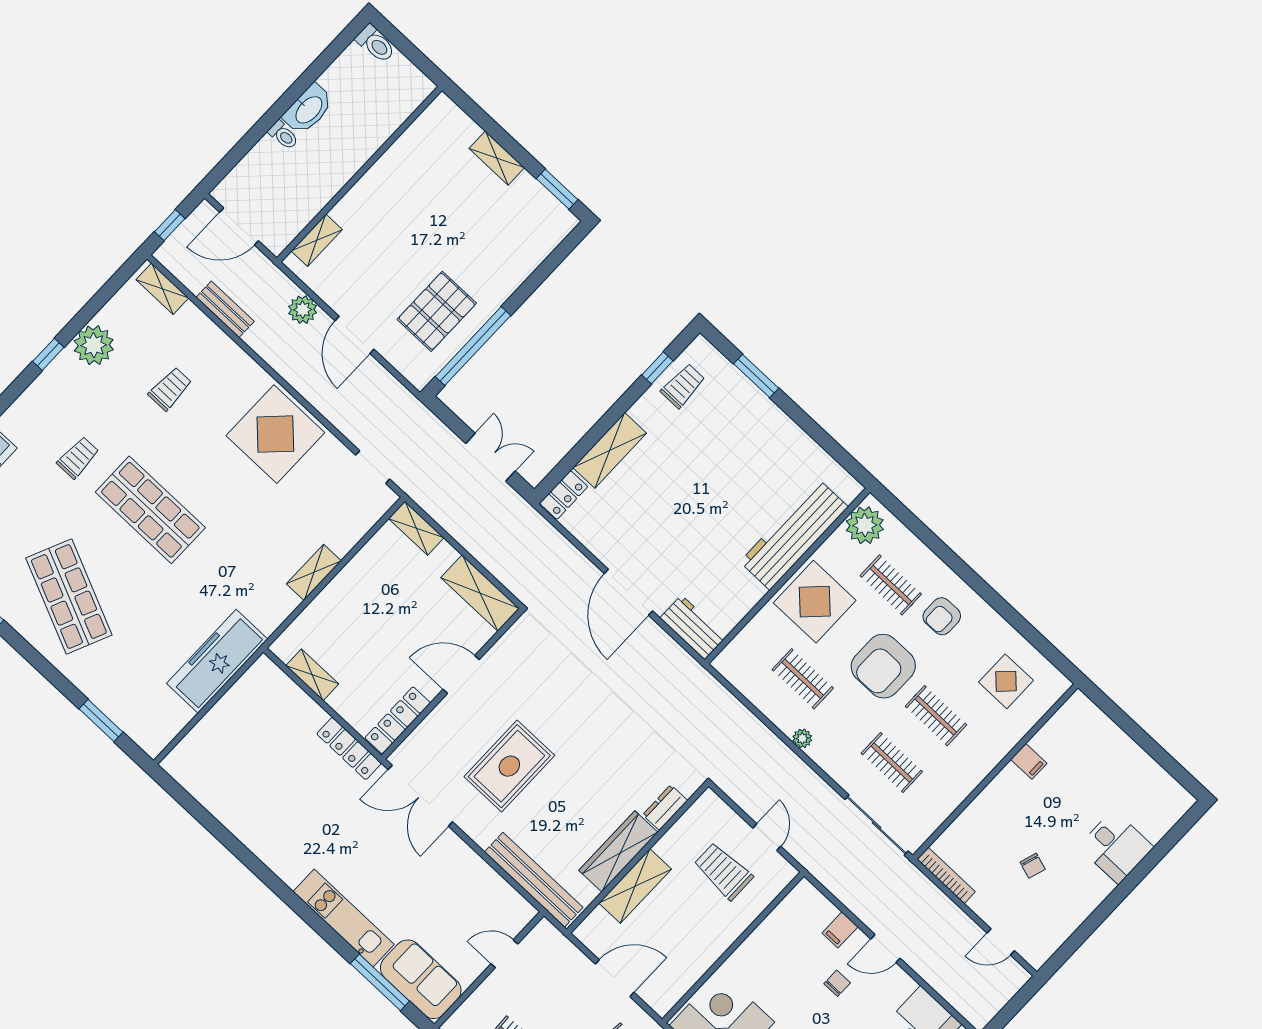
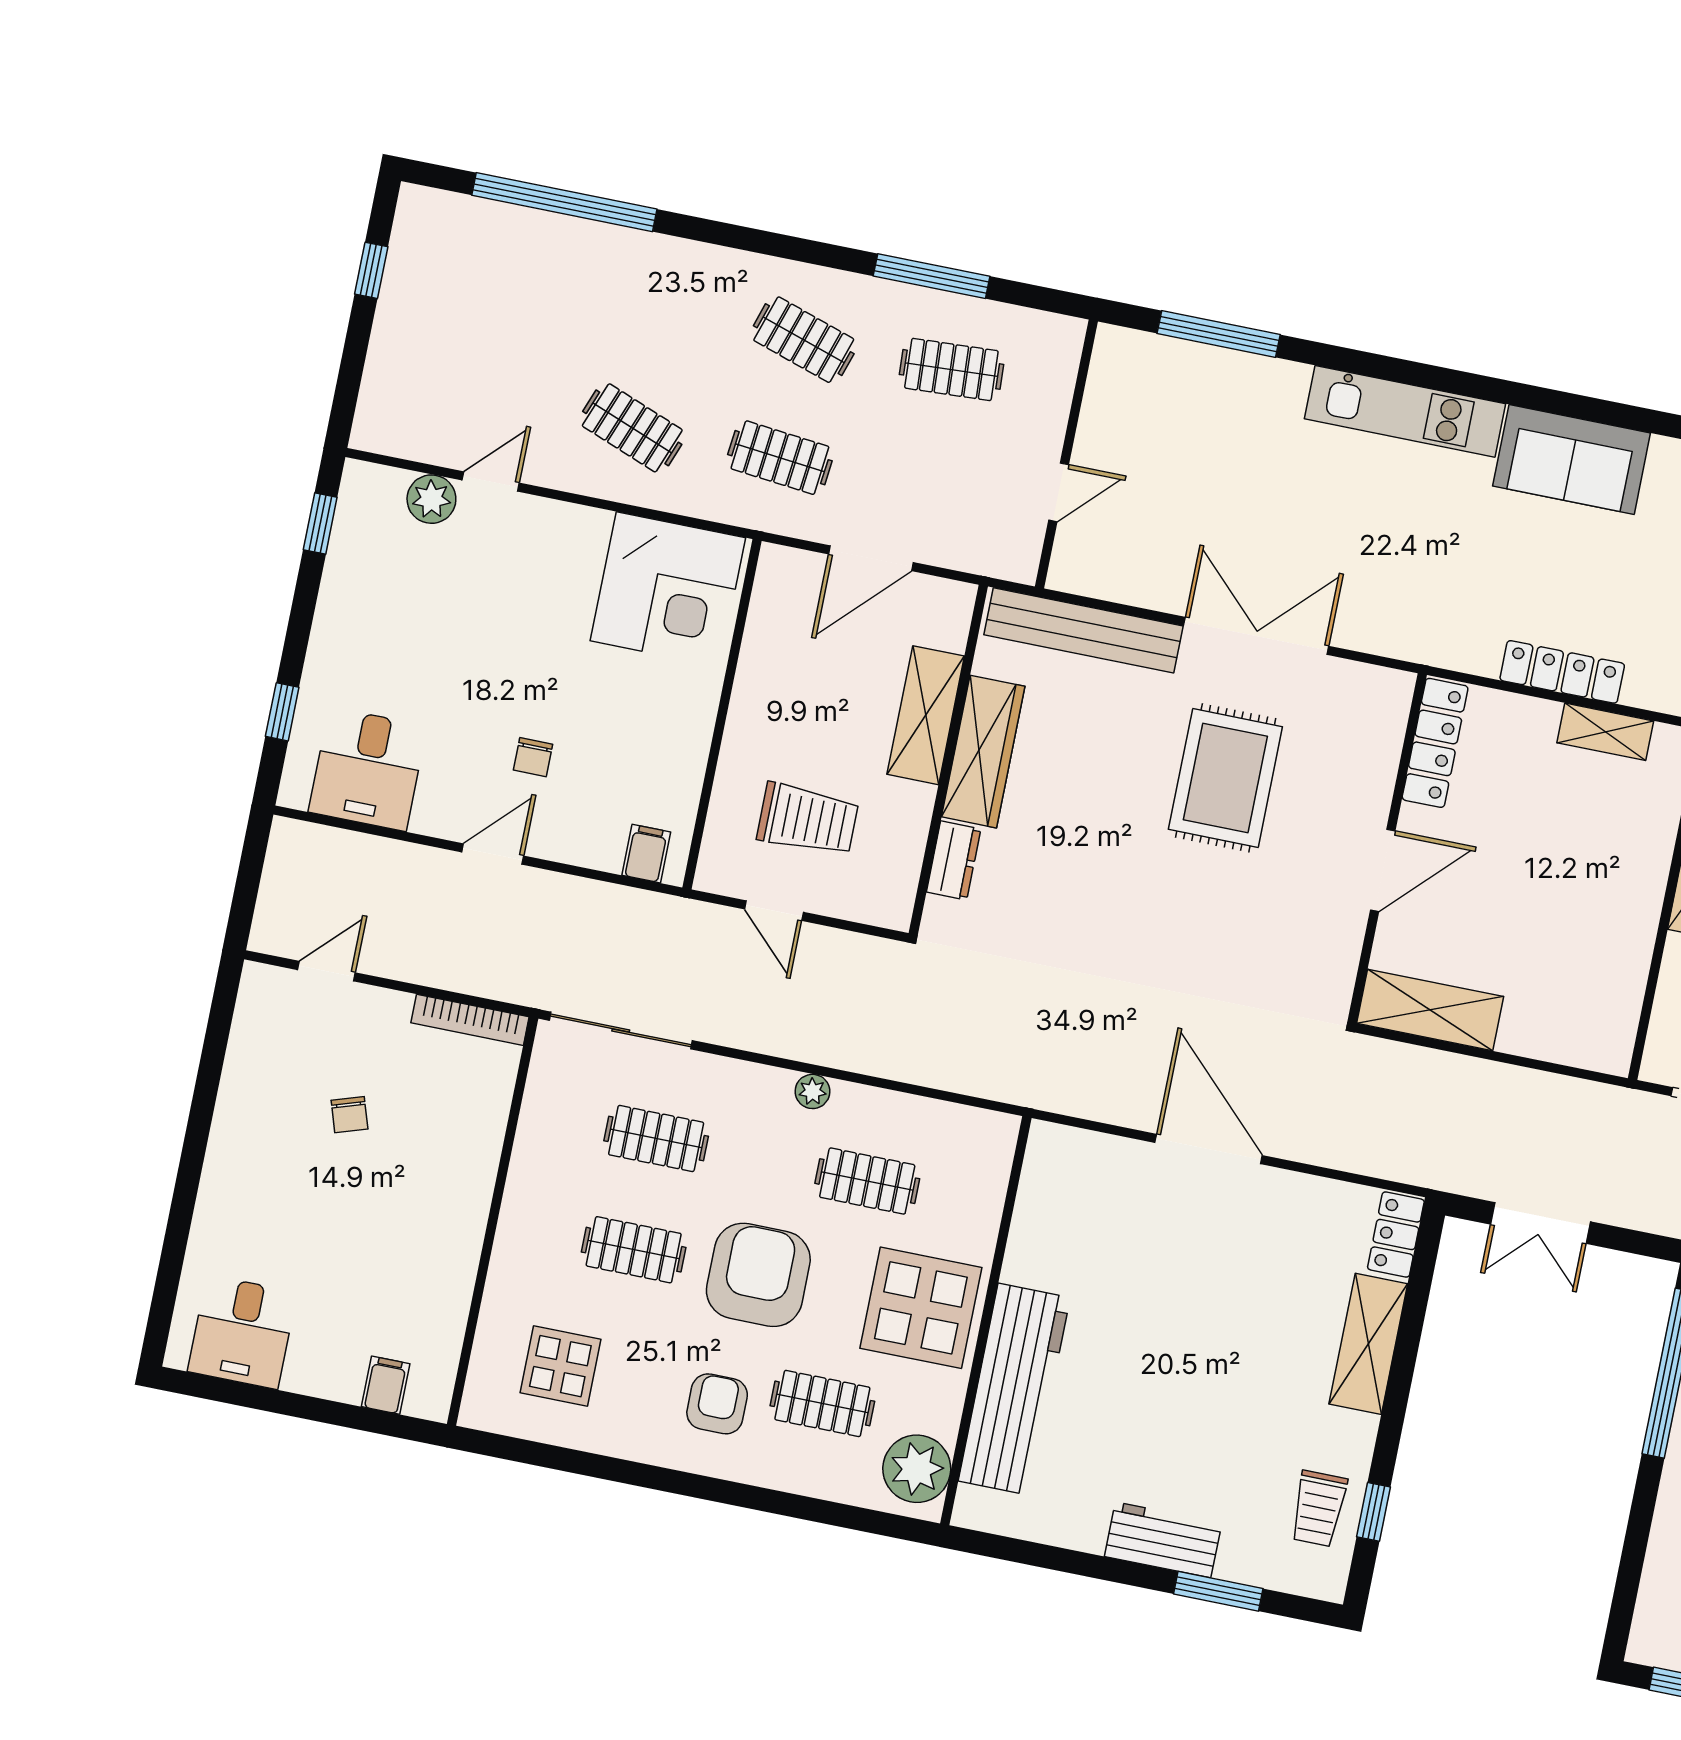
shelving: (416, 528) -> (1586, 1048), removed
workbench: (693, 627) -> (1163, 1540), moved, turned 180
locker: (349, 748) -> (1562, 672), moved
filing cabinet: (1029, 761) -> (386, 1385), moved, turned 90
double door: (420, 796) -> (1256, 636), moved
desk: (1116, 847) -> (242, 1332), moved, turned -90
chair: (1033, 866) -> (349, 1115), turned -126
kitchen unit: (344, 918) -> (1405, 411), moved
filing cabinet: (840, 930) -> (646, 854), moved
sofa: (421, 979) -> (1572, 459), moved

